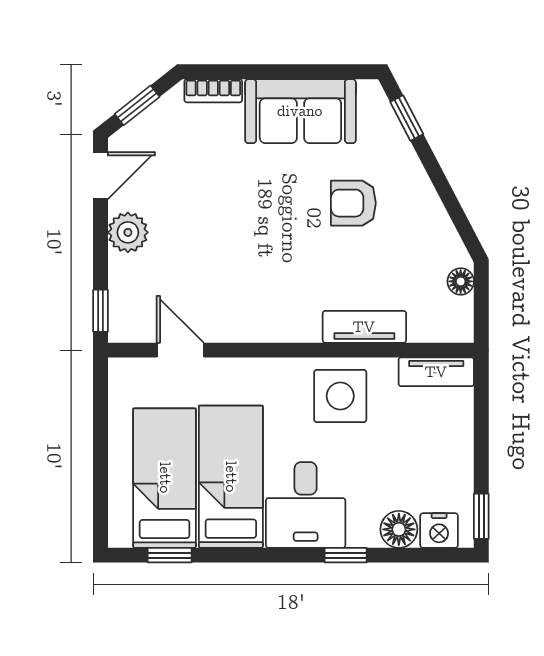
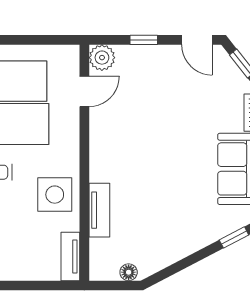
armchair: (353, 203) -> (179, 203), removed
plant: (128, 232) -> (102, 58), moved
window: (100, 311) -> (144, 40), moved

